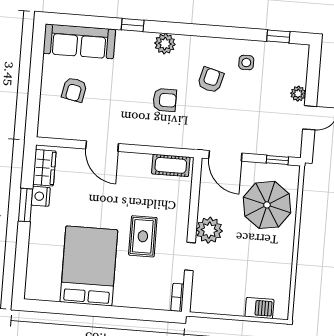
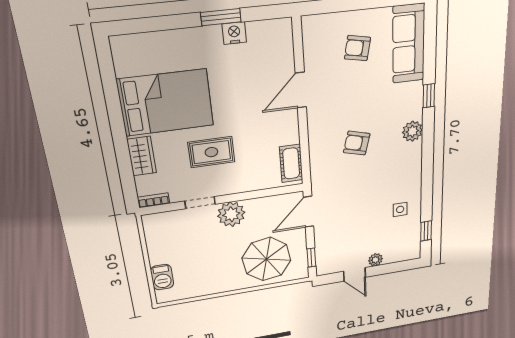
armchair: (211, 80) -> (381, 182), removed
armchair: (165, 100) -> (357, 143), turned 105
wardrobe: (44, 168) -> (142, 156), moved, turned -90

